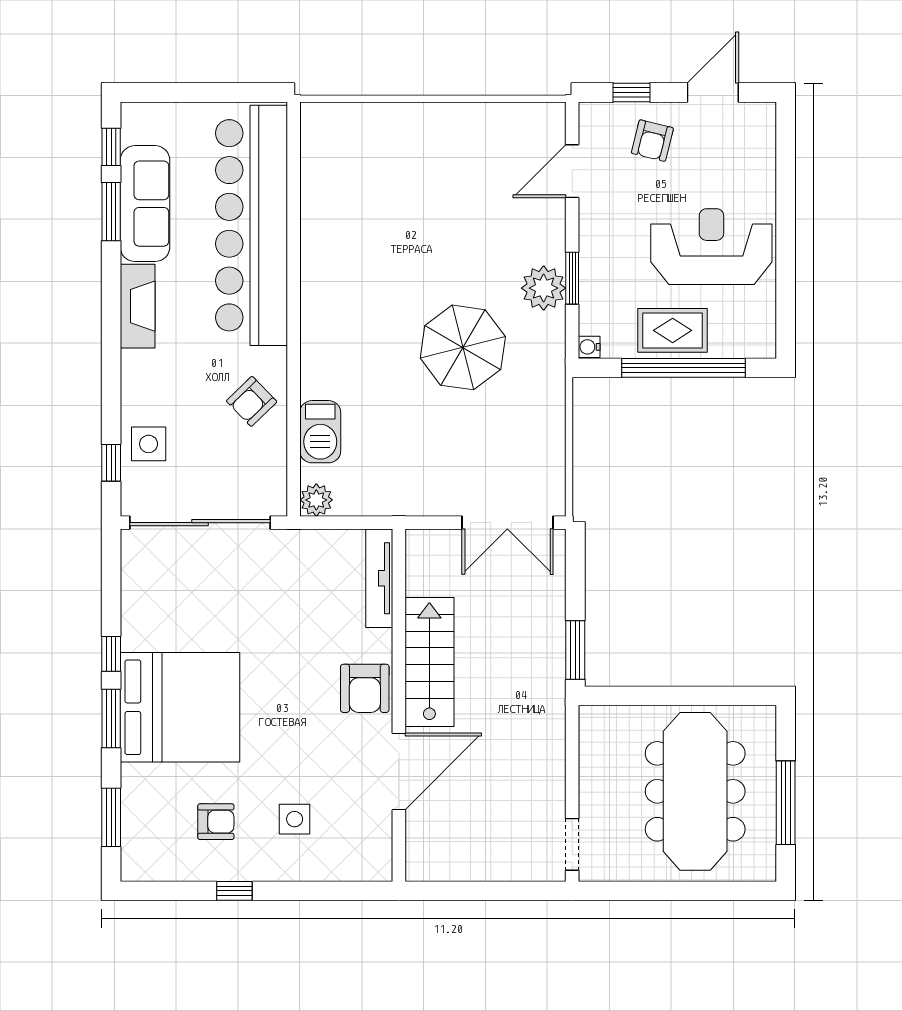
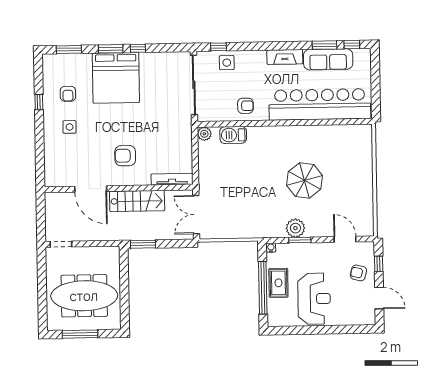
parasol: (463, 347) -> (305, 180), moved
armchair: (252, 401) -> (245, 106), turned 134
tv unit: (379, 578) -> (172, 179), moved
stairs: (429, 662) -> (137, 201), moved
wall: (399, 705) -> (119, 188), moved
door: (399, 771) -> (91, 189), moved

